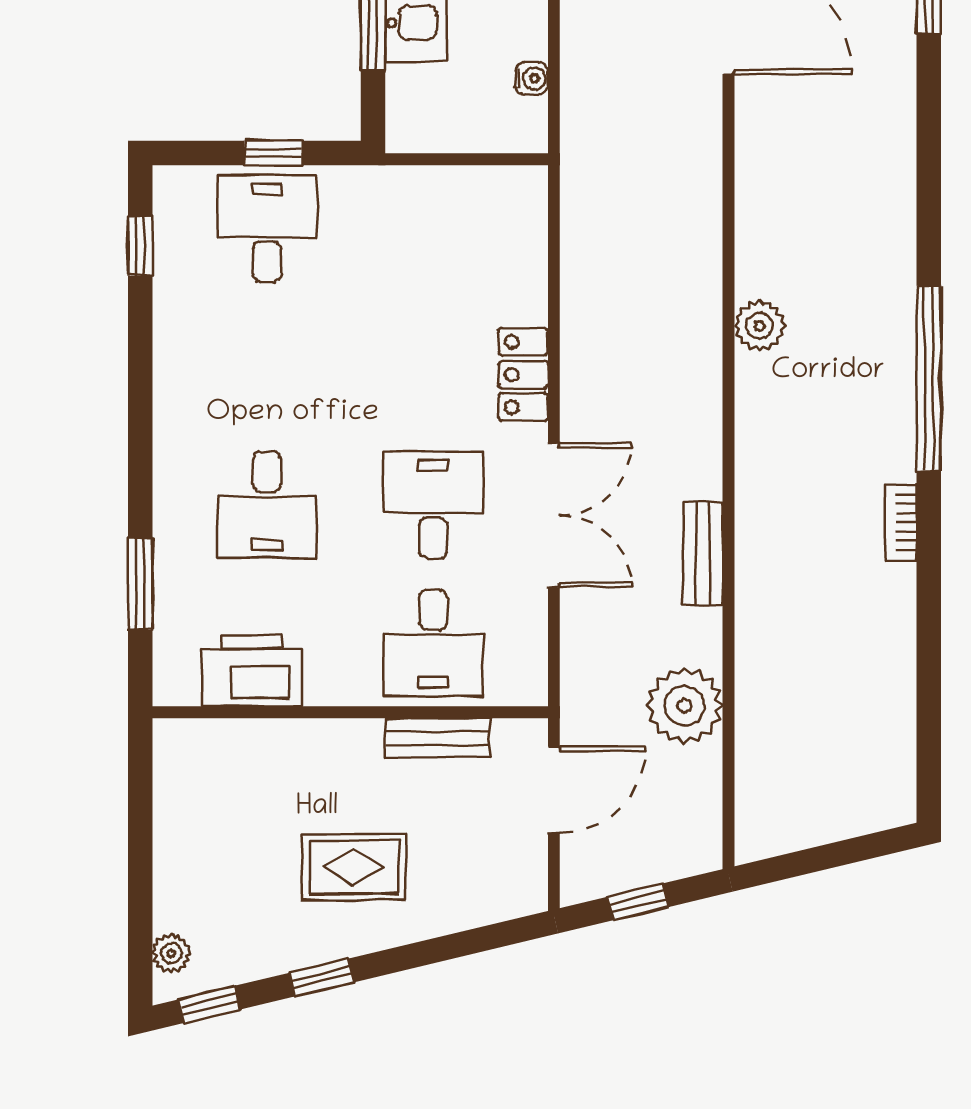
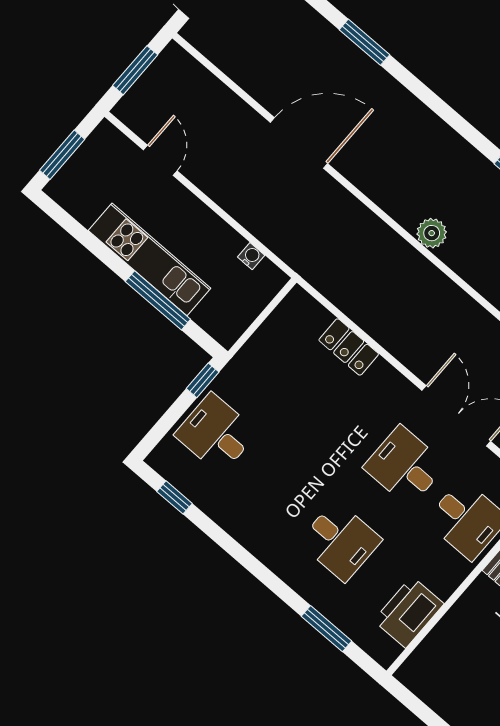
window: (273, 153) -> (203, 380), moved
plant: (760, 326) -> (432, 233), moved
locker: (523, 375) -> (349, 347), moved

